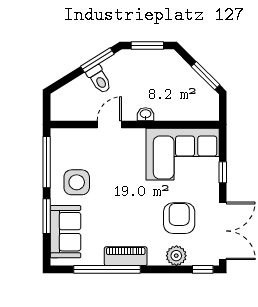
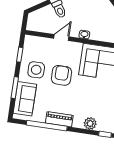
window: (47, 162) -> (20, 55), width x0.46
armchair: (179, 218) -> (61, 75), moved

